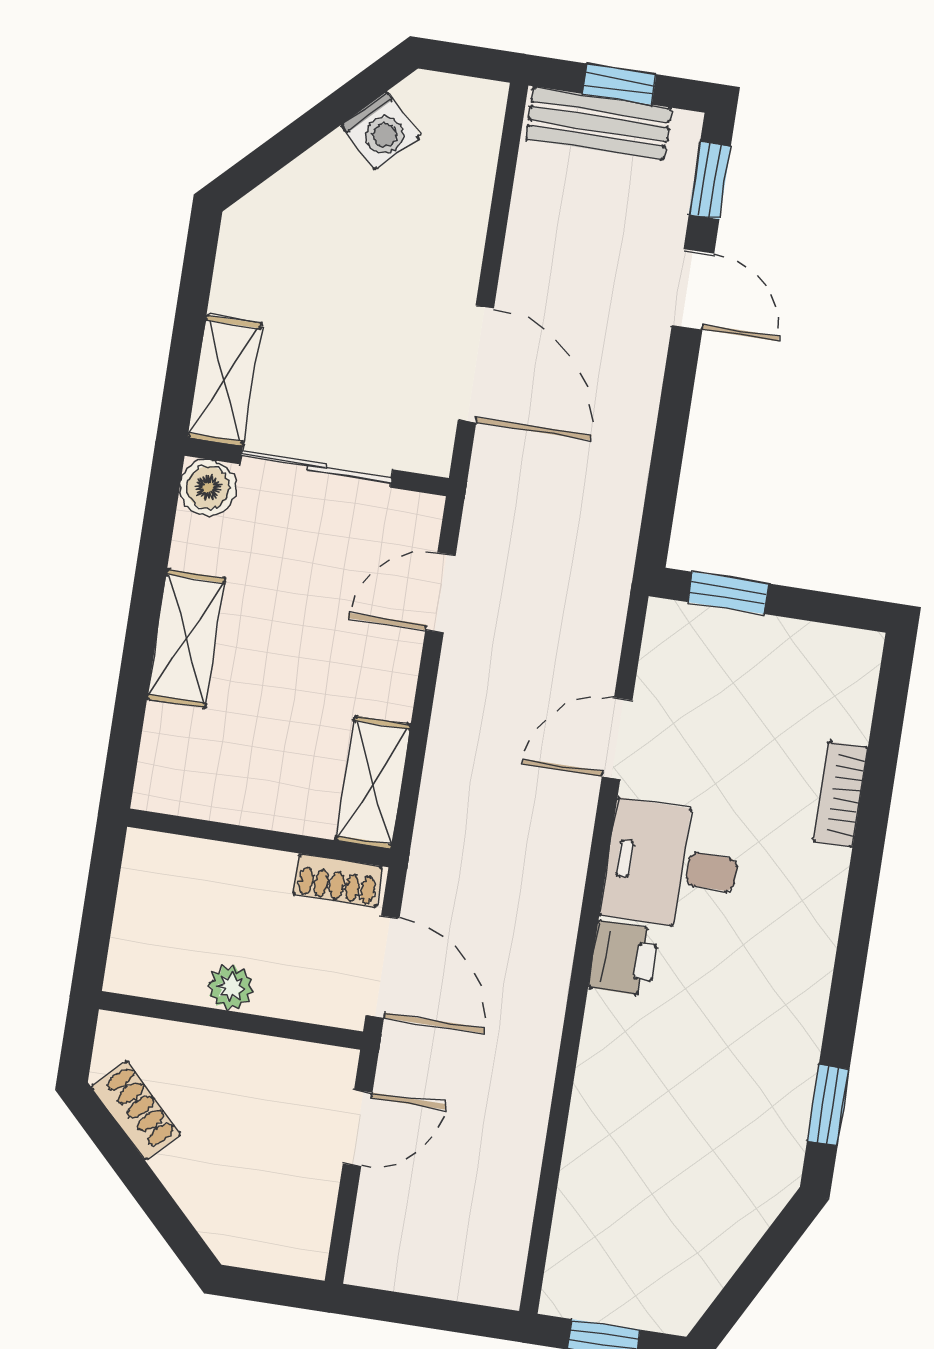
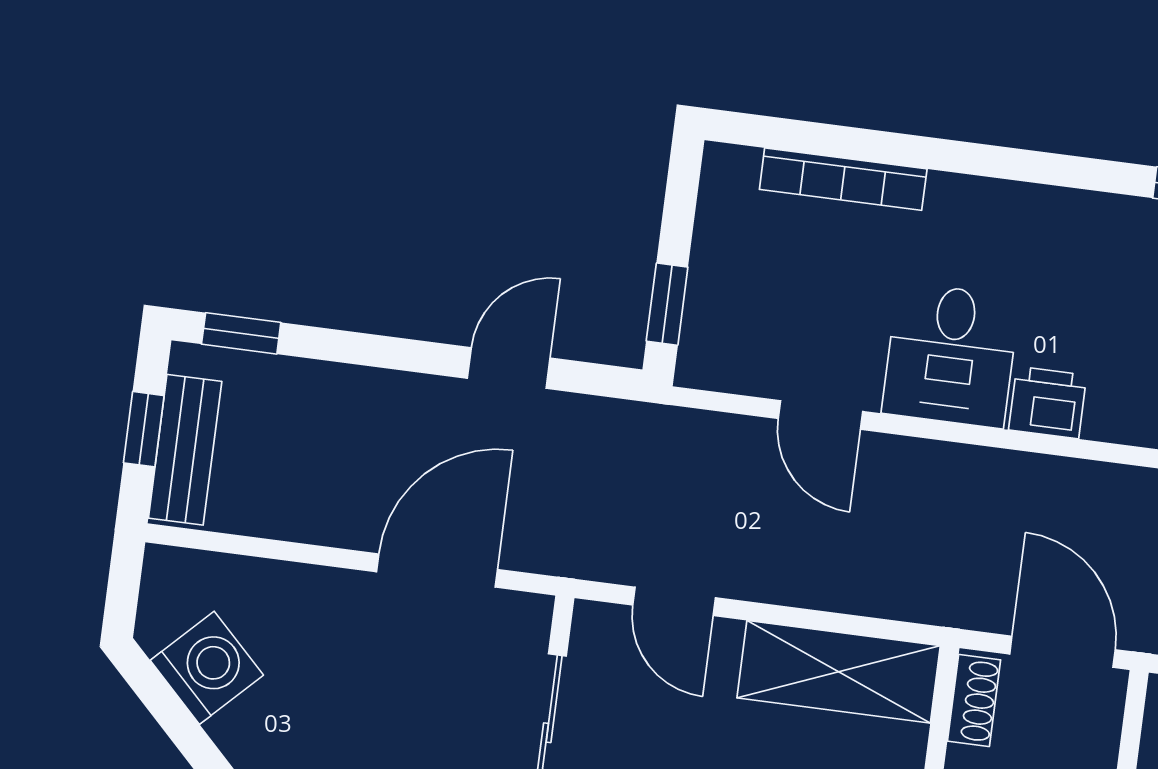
washing machine: (381, 131) -> (207, 668), width x1.38, depth x1.38
door: (693, 289) -> (509, 368), moved
shelving: (373, 782) -> (839, 672), width x1.50, depth x1.33
bookcase: (840, 794) -> (843, 179), width x1.56
door: (383, 967) -> (1062, 652), hinge flipped

